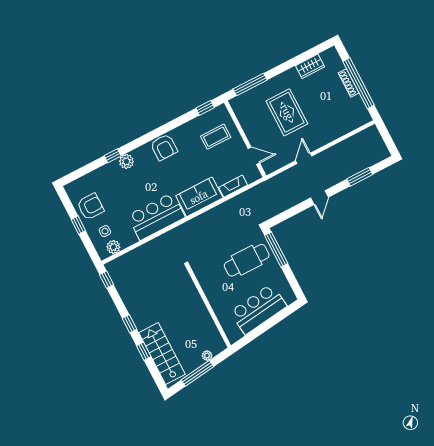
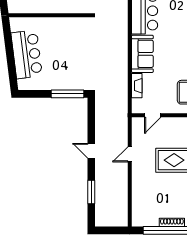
door: (304, 158) -> (130, 154), swing flipped
cafe table: (247, 260) -> (71, 65), removed

